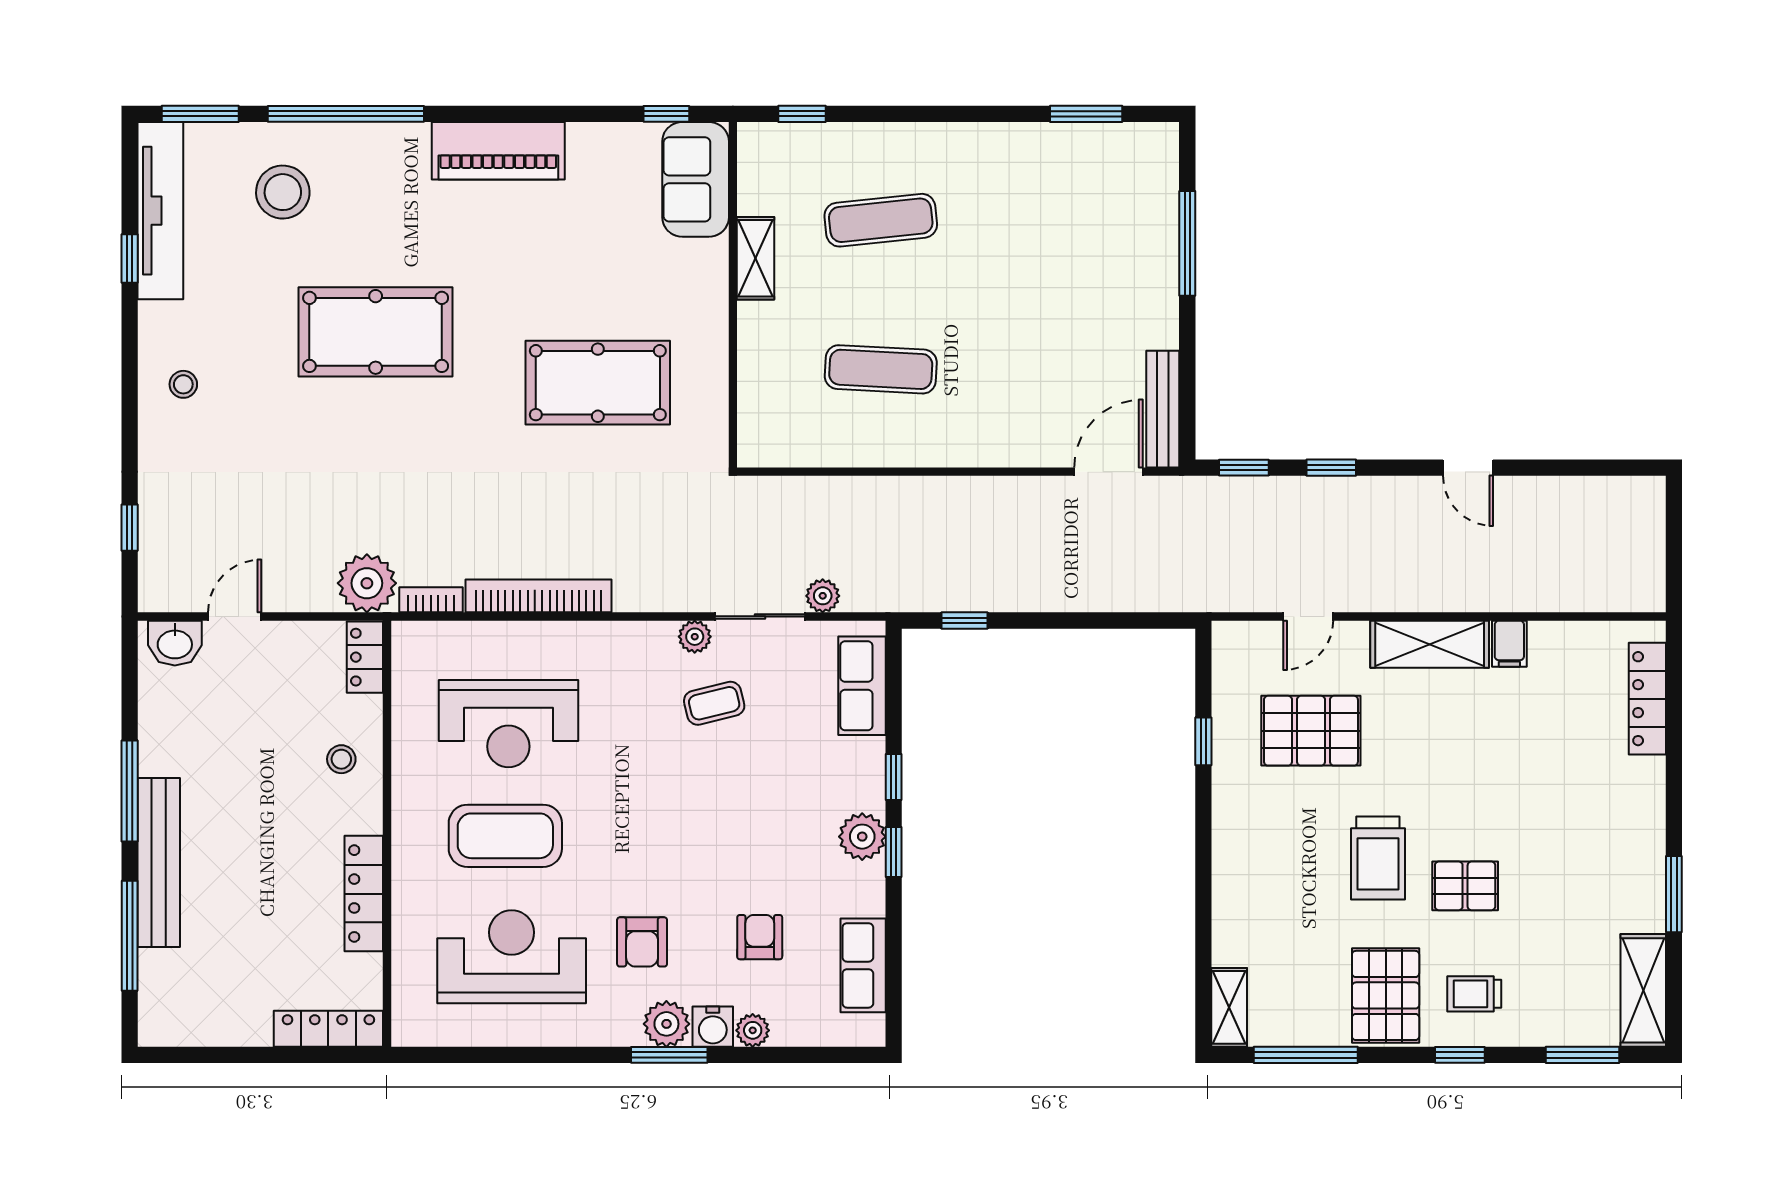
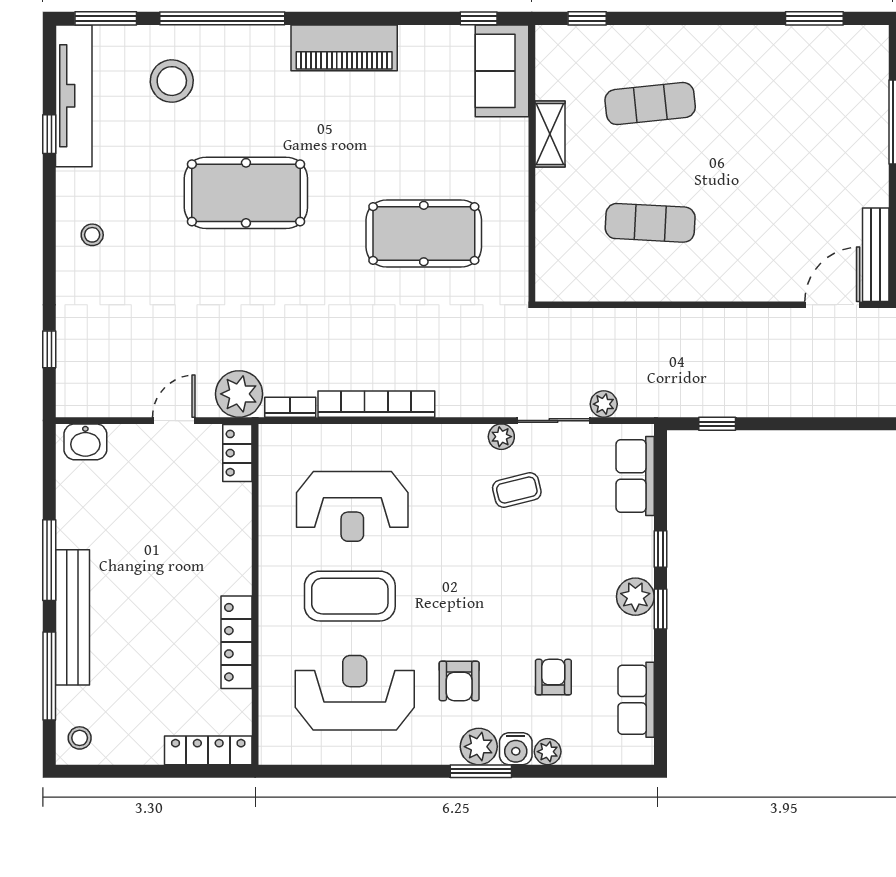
door: (235, 616) -> (174, 421), moved
stool: (341, 759) -> (80, 738), moved

